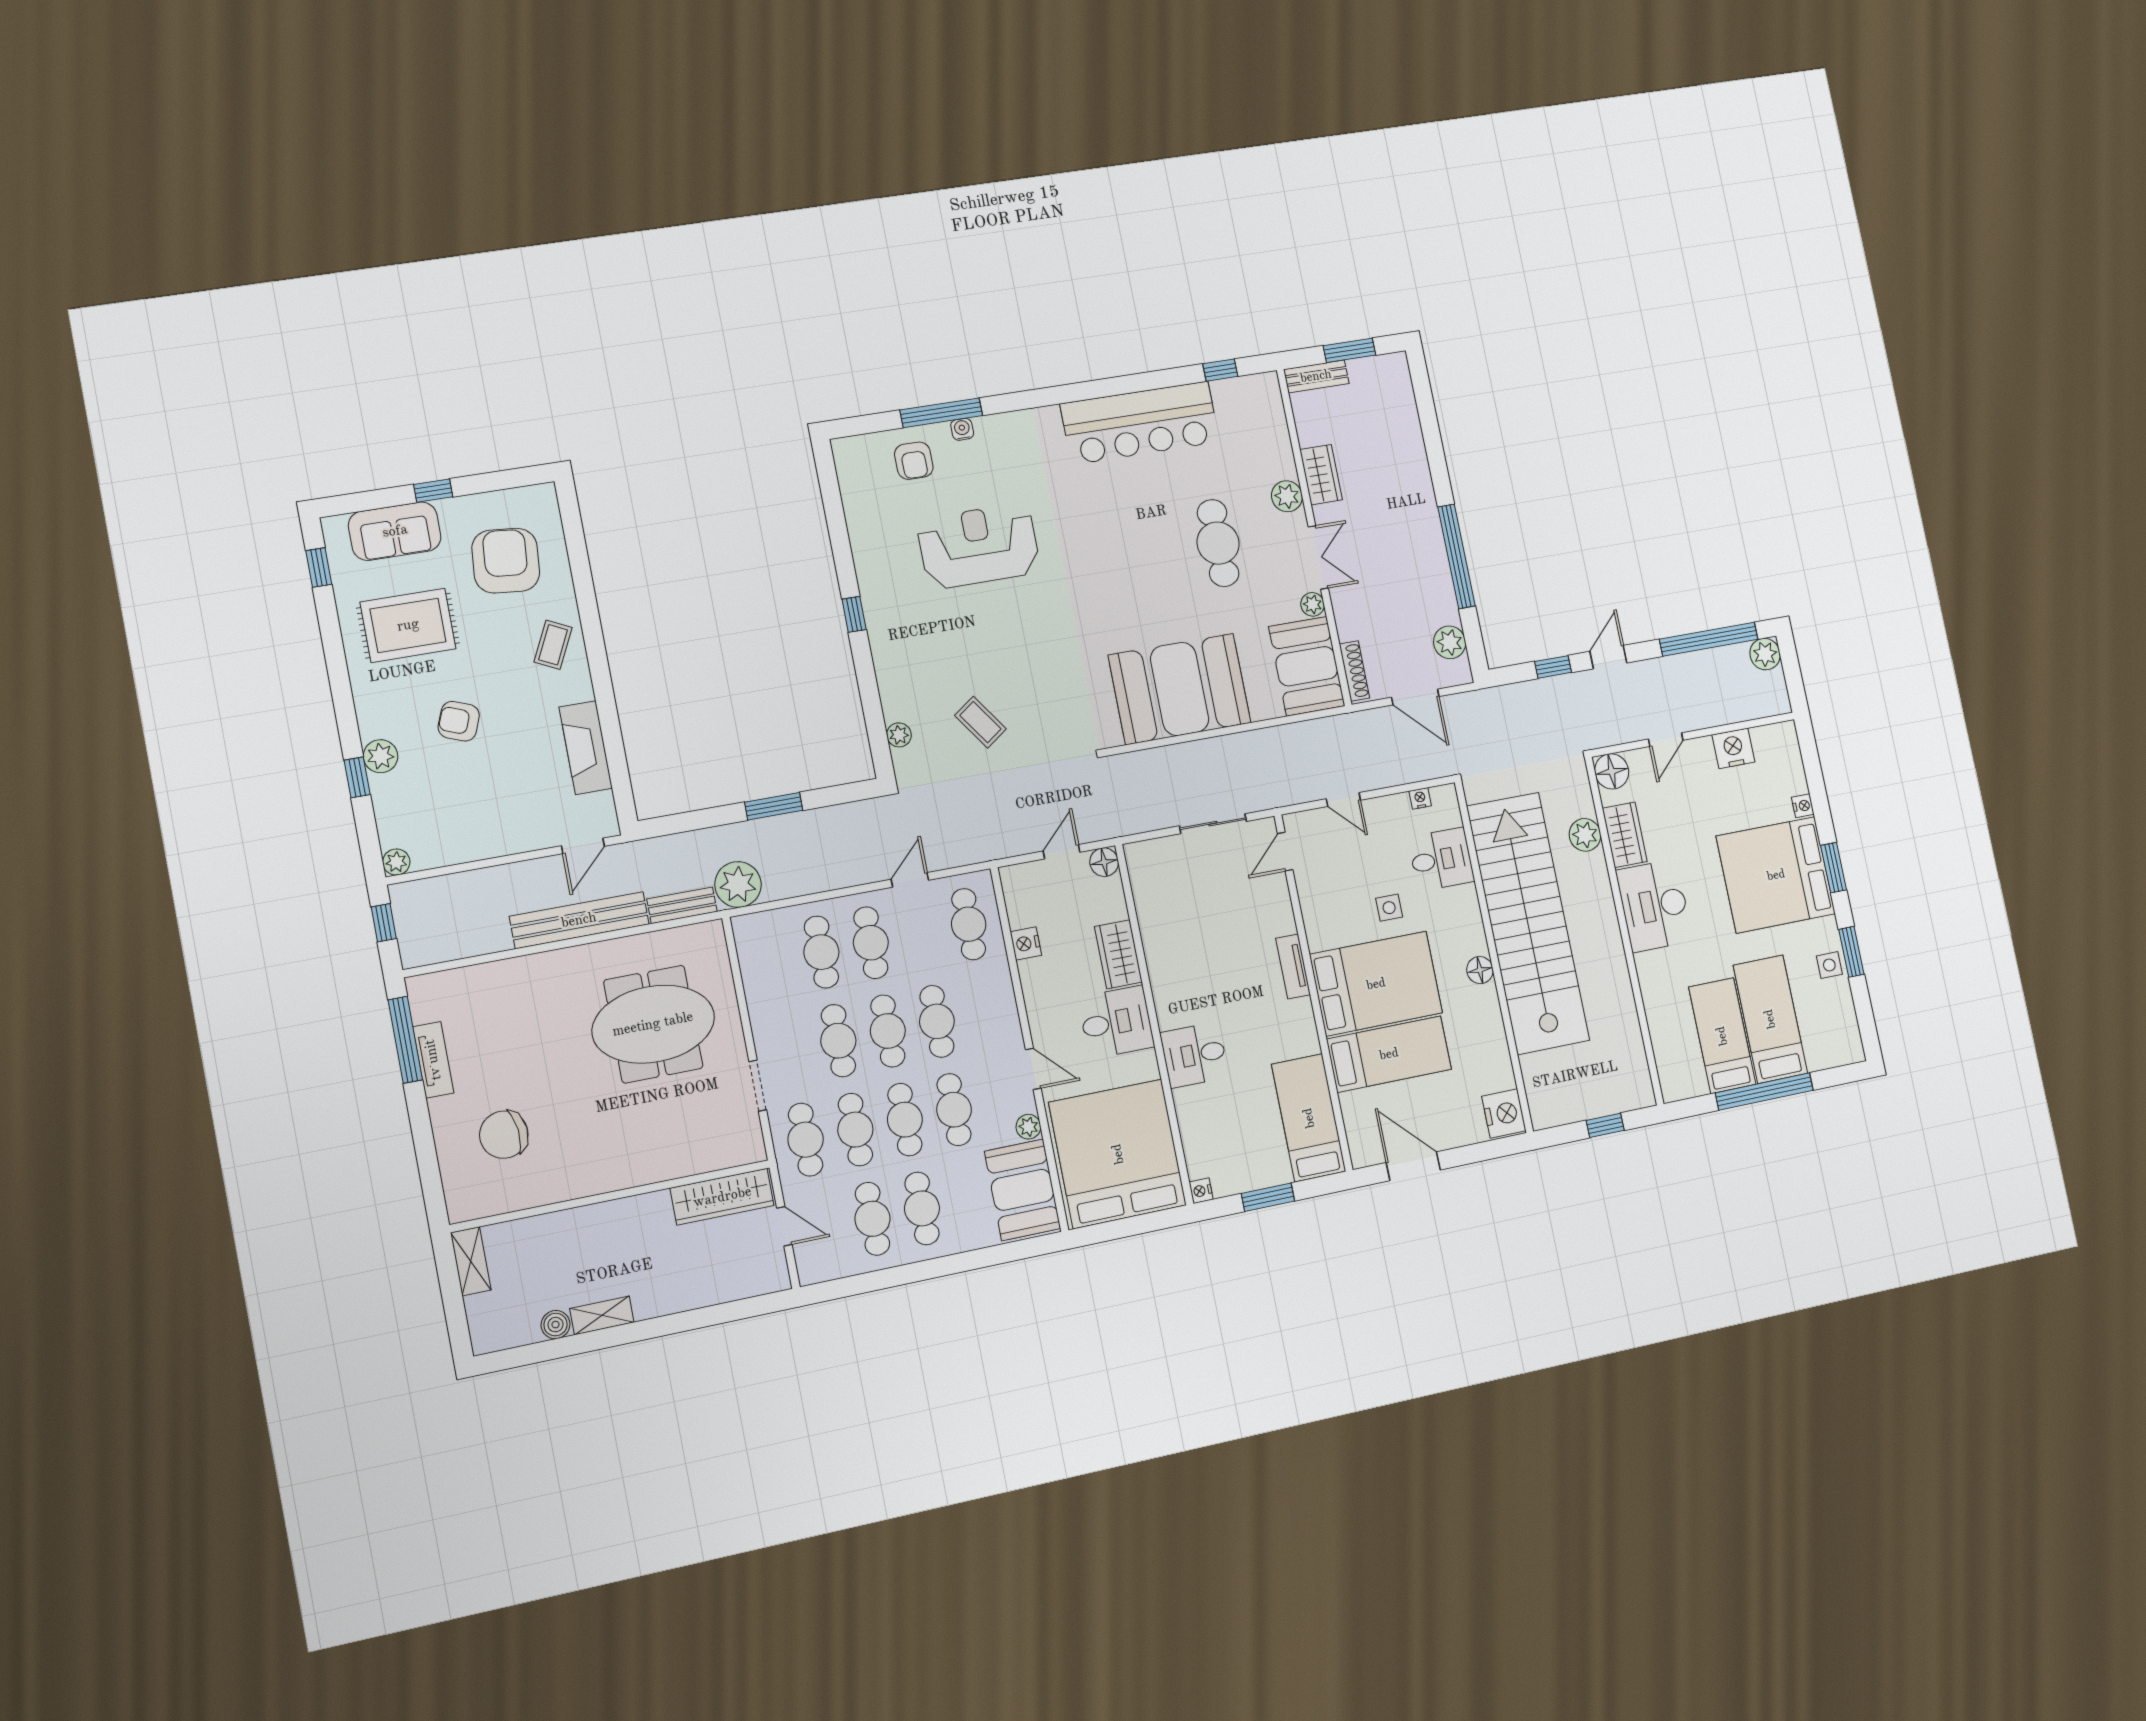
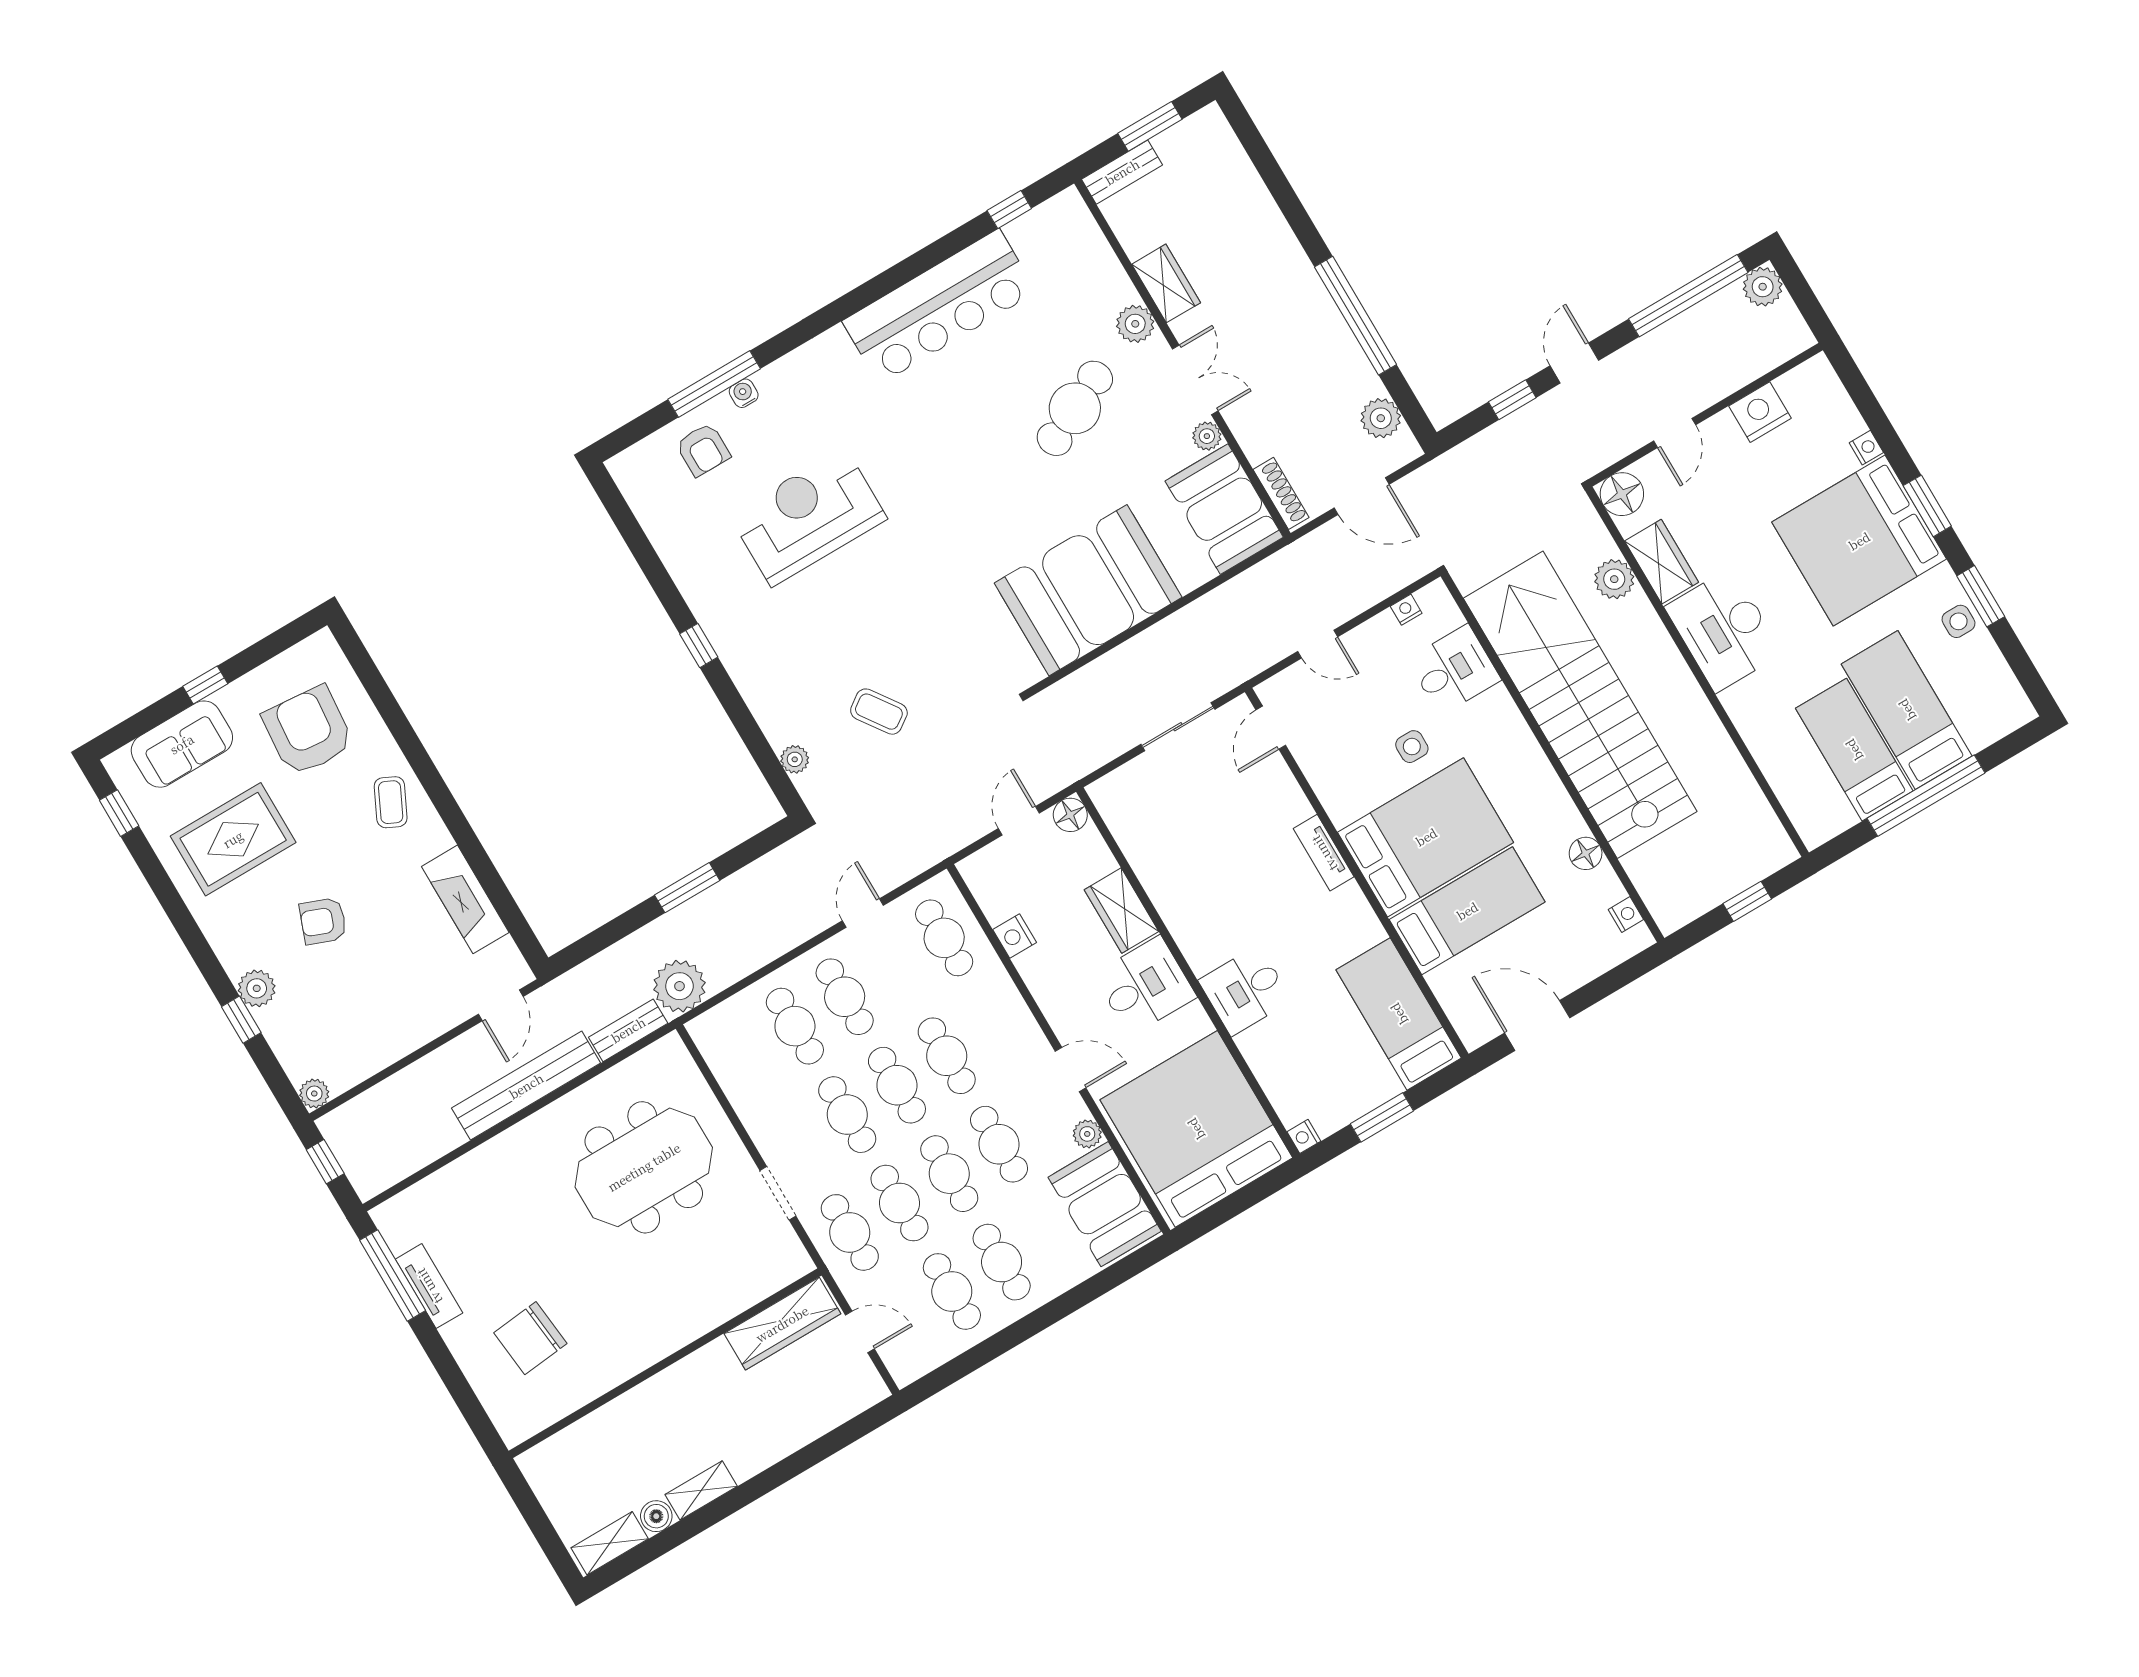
cafe table: (1218, 543) -> (1075, 408), turned 64
floor lamp: (1480, 970) -> (1586, 853), moved
nightstand: (1504, 1114) -> (1626, 914), width x0.53, depth x0.56
shelving: (471, 1261) -> (610, 1543), moved, turned 90

